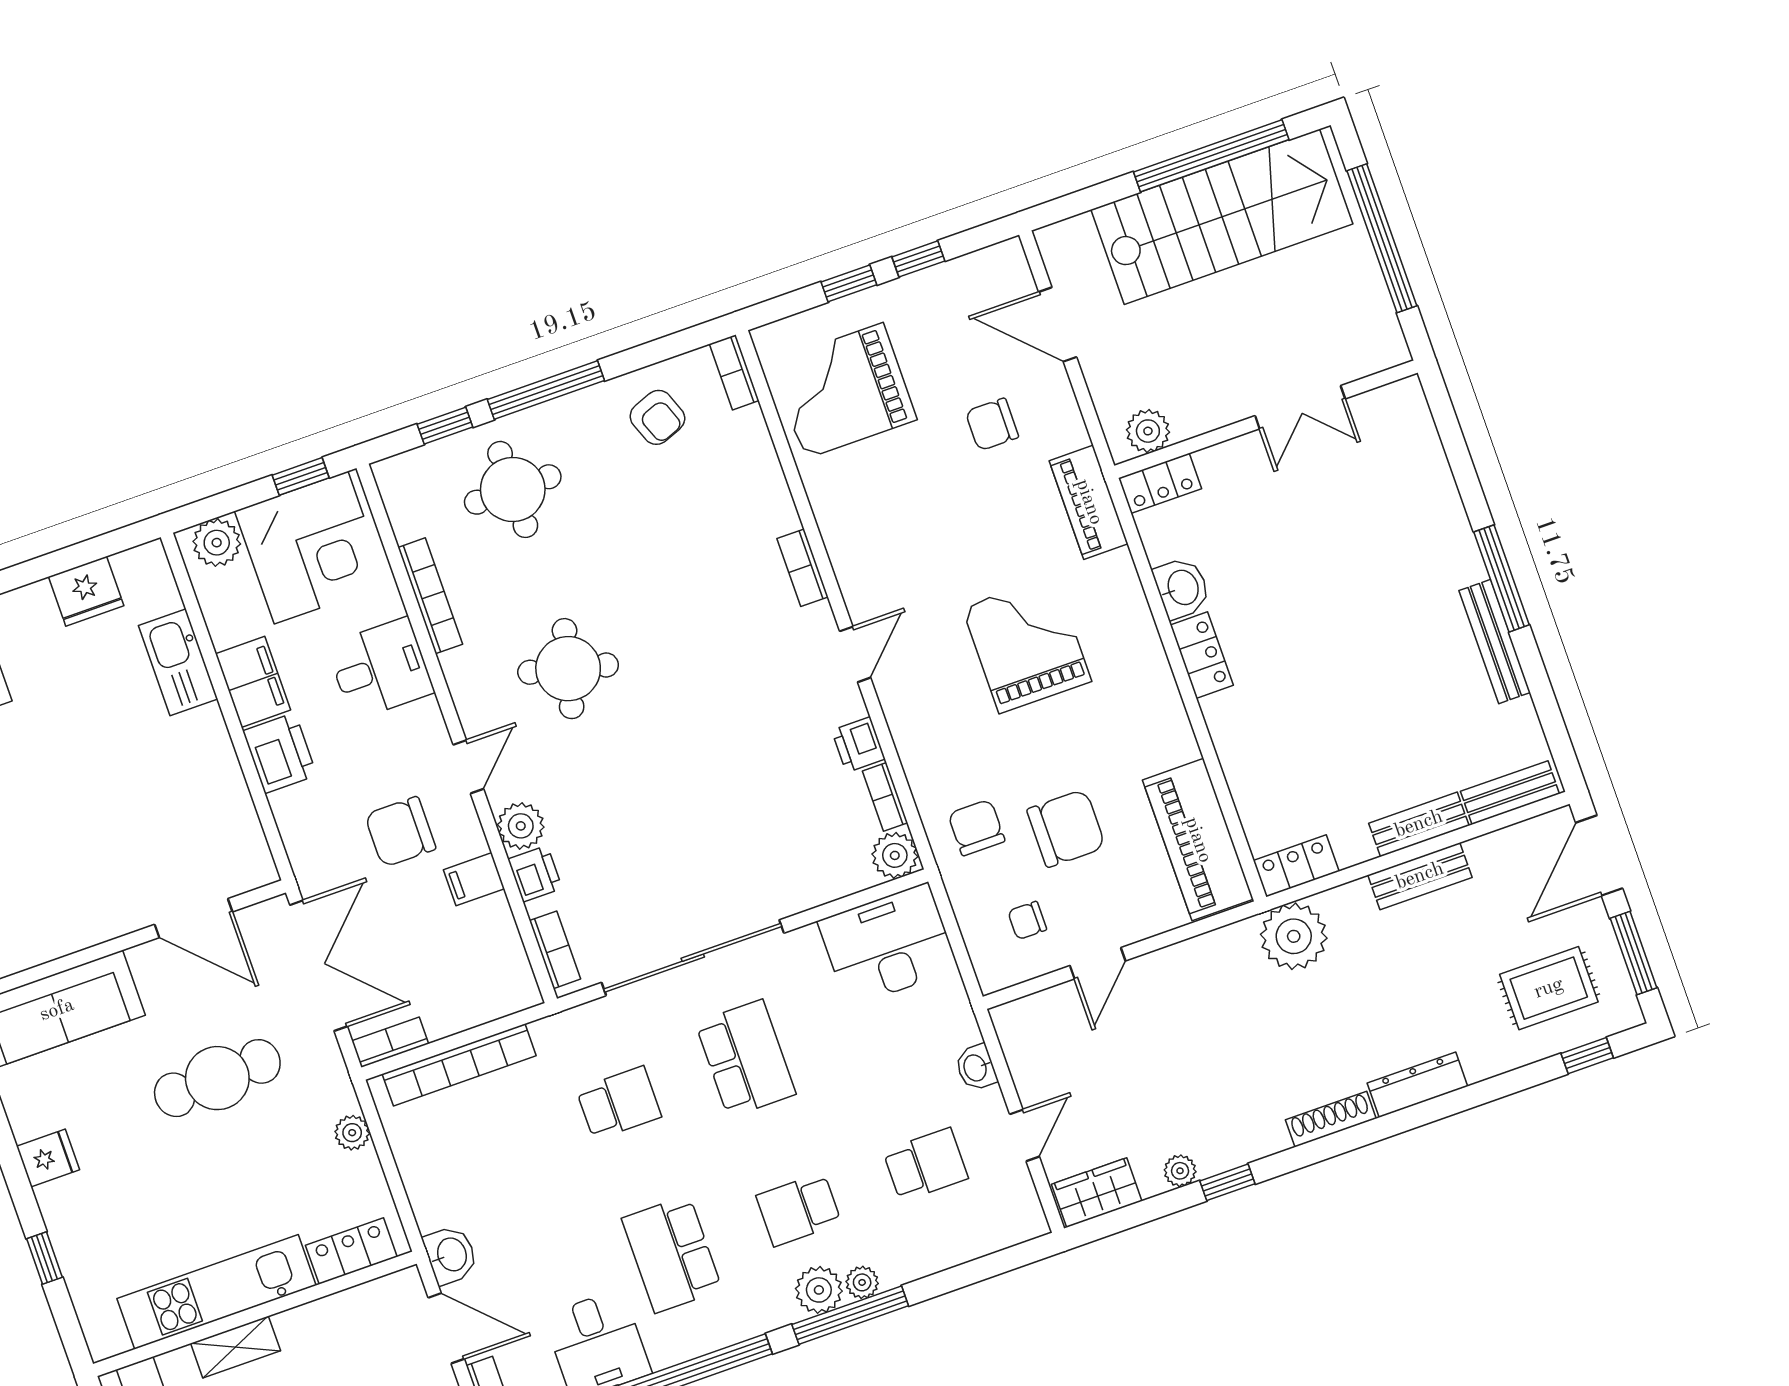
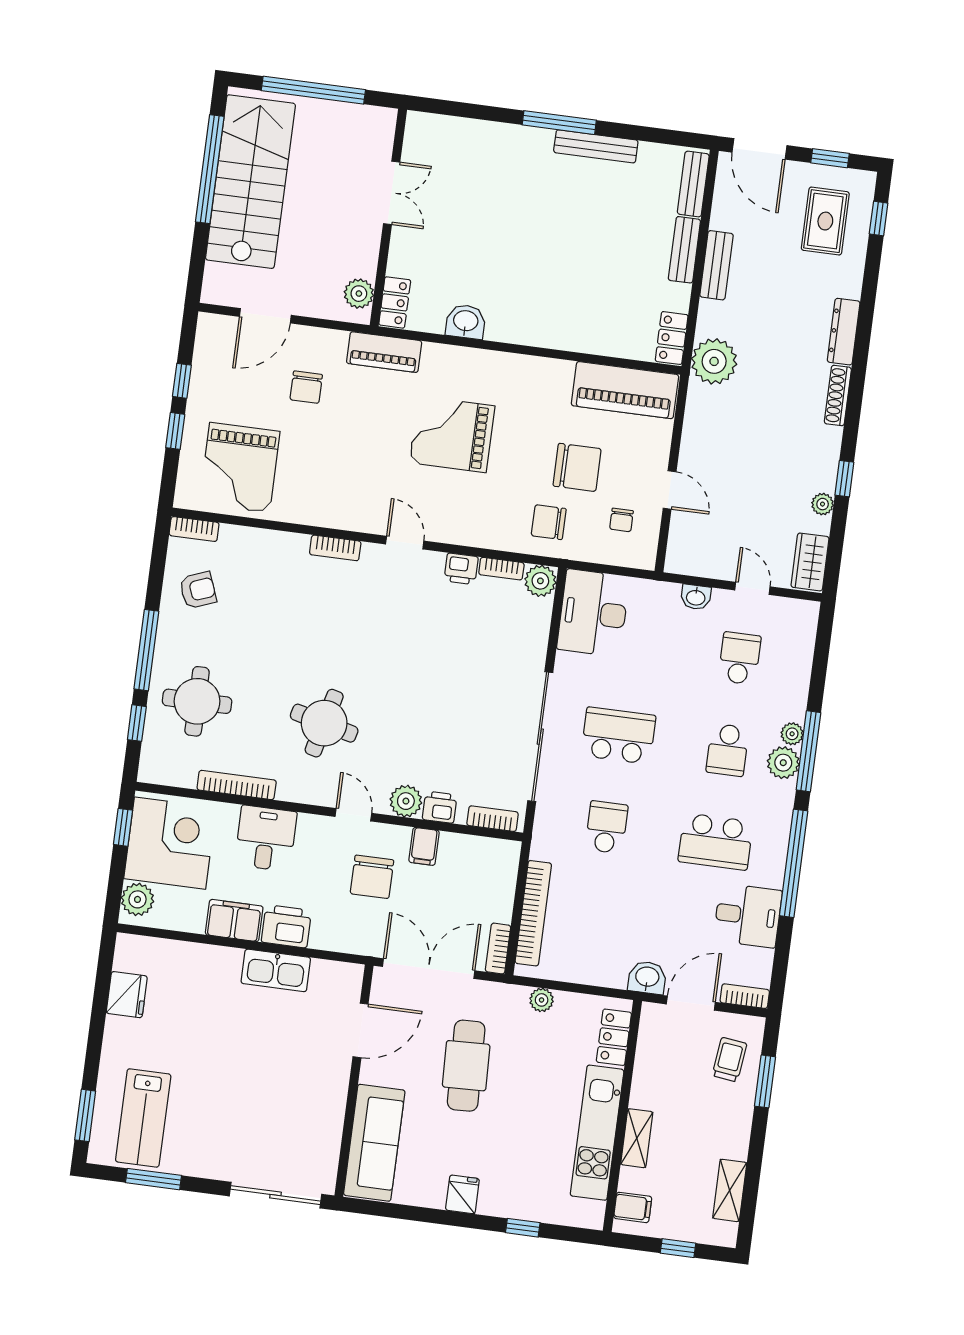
locker: (1202, 655) -> (513, 330), removed
kitchen sink: (178, 662) -> (276, 970), moved
chair: (1066, 828) -> (577, 467), turned 90
window: (1633, 953) -> (830, 158), width x0.67

